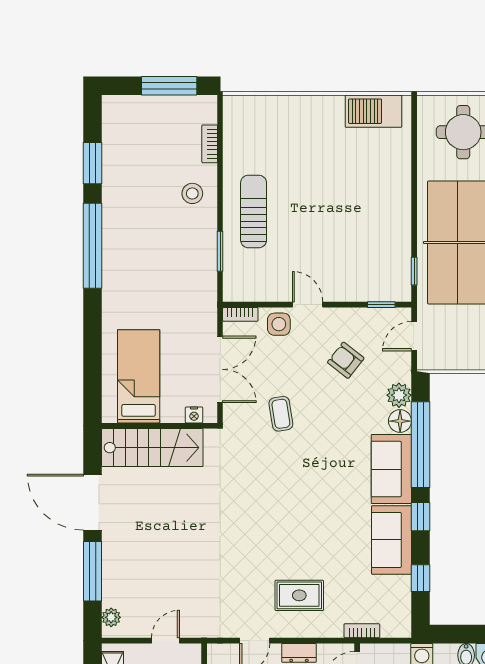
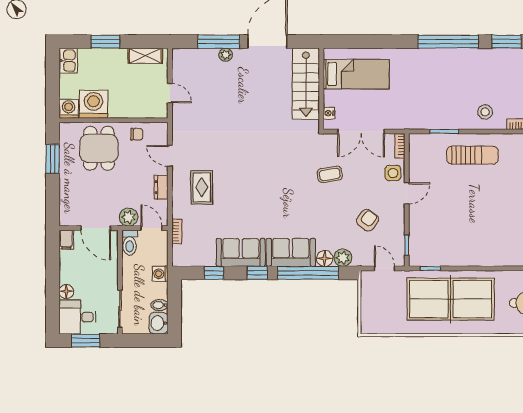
plant: (111, 617) -> (226, 55), moved

